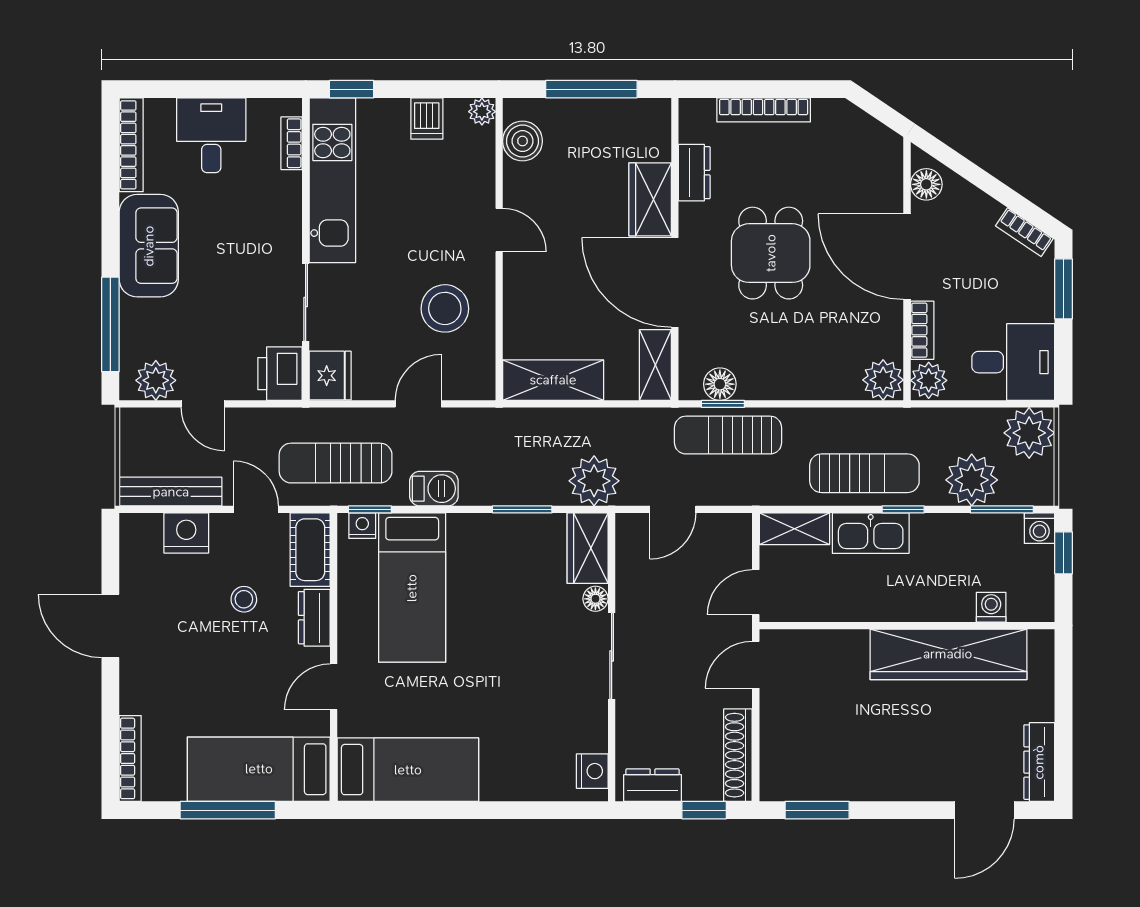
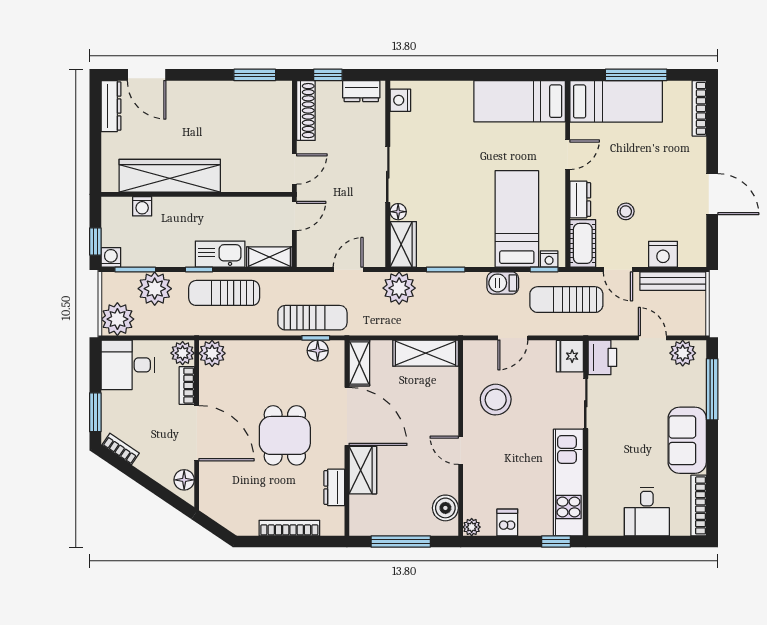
bookcase: (292, 143) -> (595, 507), removed
sun lounger: (336, 463) -> (566, 300), turned 180
door: (984, 810) -> (147, 75), swing flipped

